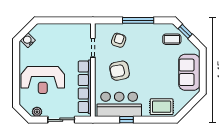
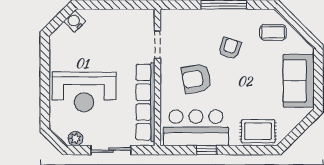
window: (185, 31) -> (293, 21), removed
water cooler: (28, 40) -> (75, 21), moved
armchair: (119, 40) -> (230, 48), moved

